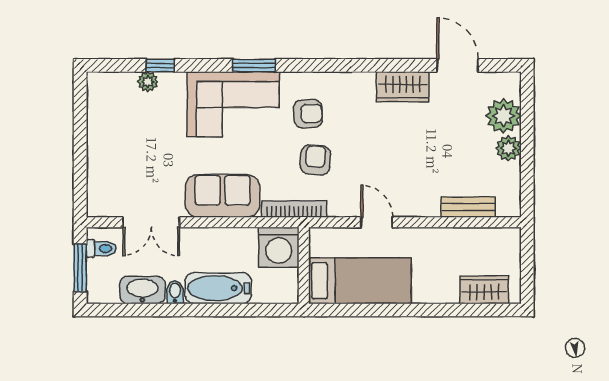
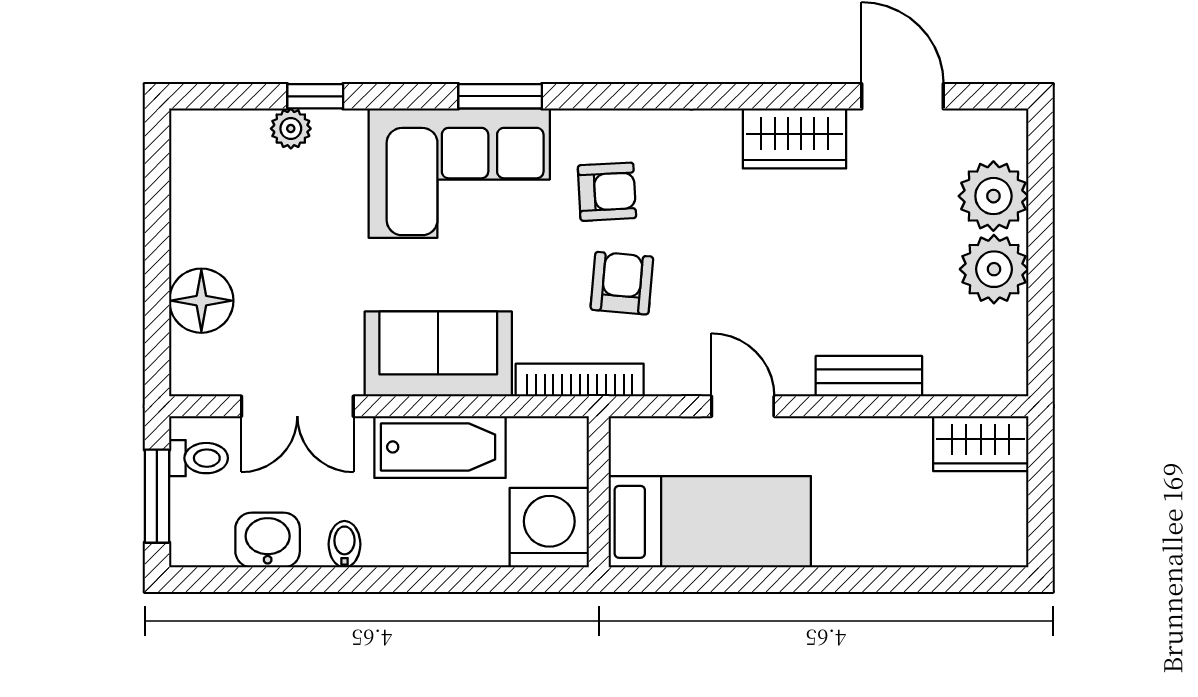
plant: (508, 148) -> (994, 269), width x1.36, depth x1.36
floor lamp: (103, 169) -> (201, 301), added
bench: (468, 207) -> (869, 376), moved
washing machine: (279, 247) -> (549, 528), moved, turned 180
bathtub: (218, 288) -> (440, 447), moved, turned 180
washbasin: (142, 290) -> (268, 540), width x0.72
wardrobe: (484, 290) -> (981, 444), moved, turned 180

